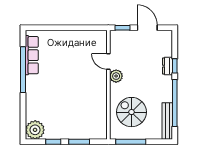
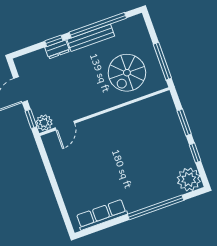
door: (108, 61) -> (65, 126), moved
window: (23, 70) -> (156, 207), moved
plant: (116, 76) -> (44, 123), moved
bench: (167, 121) -> (91, 38), moved

